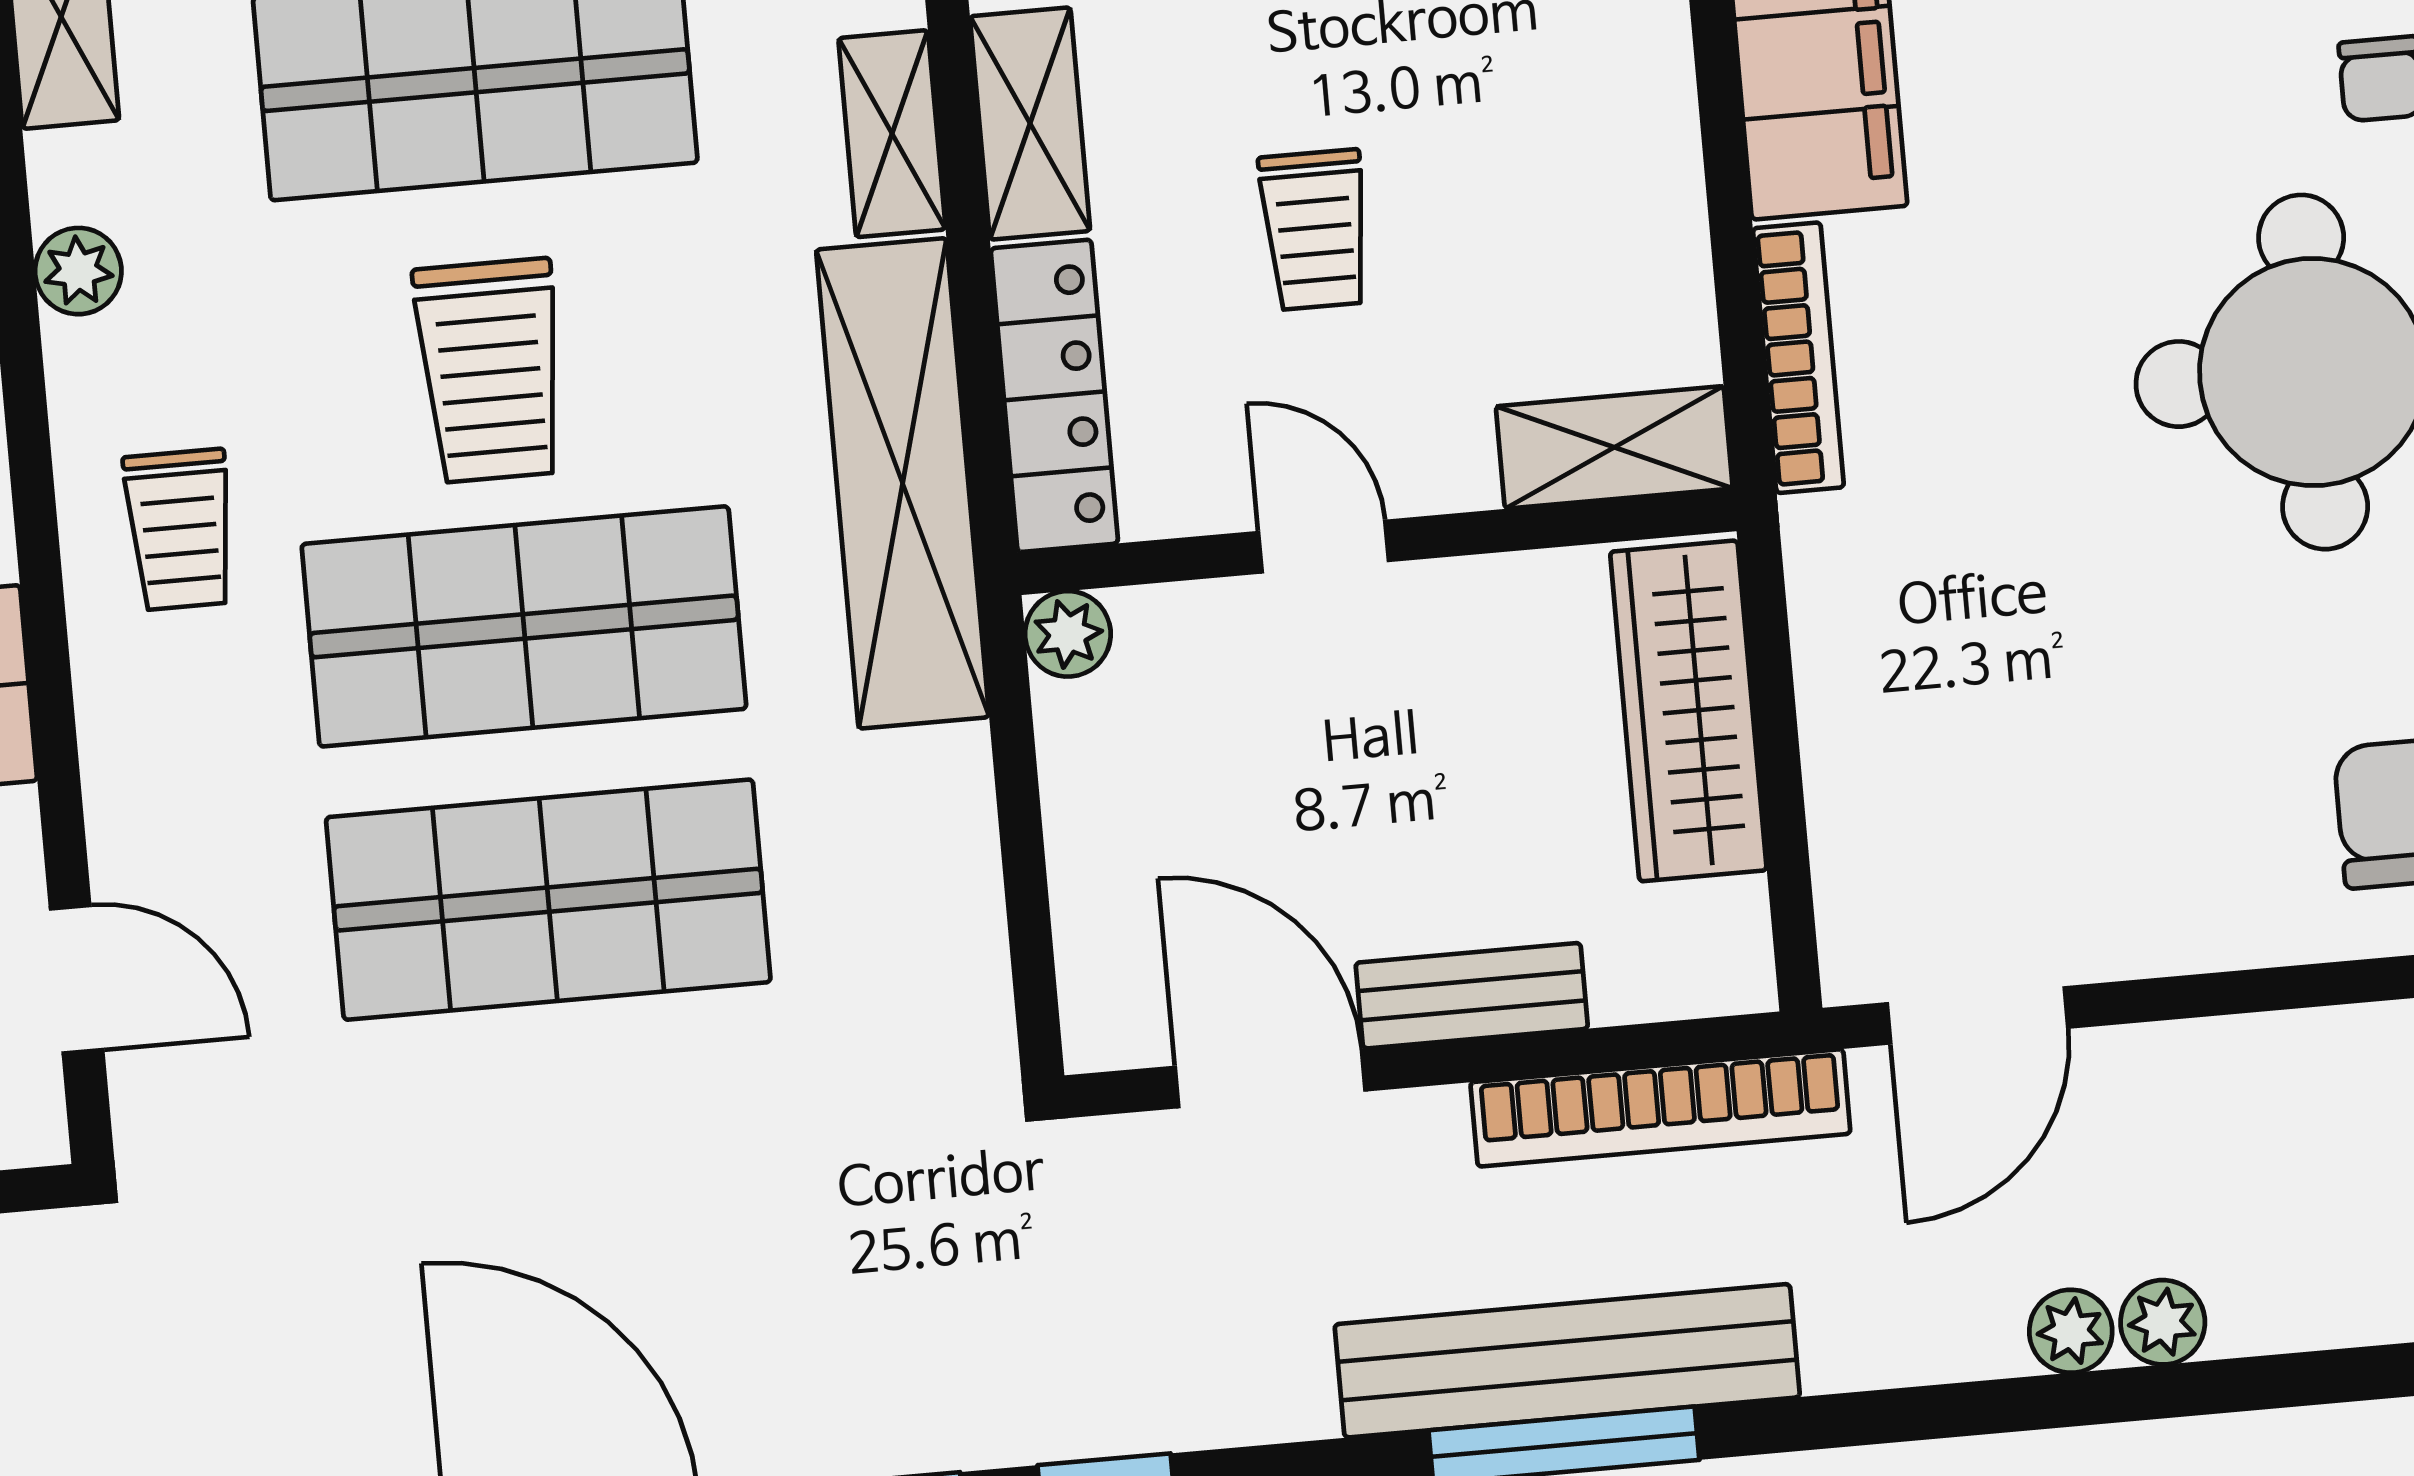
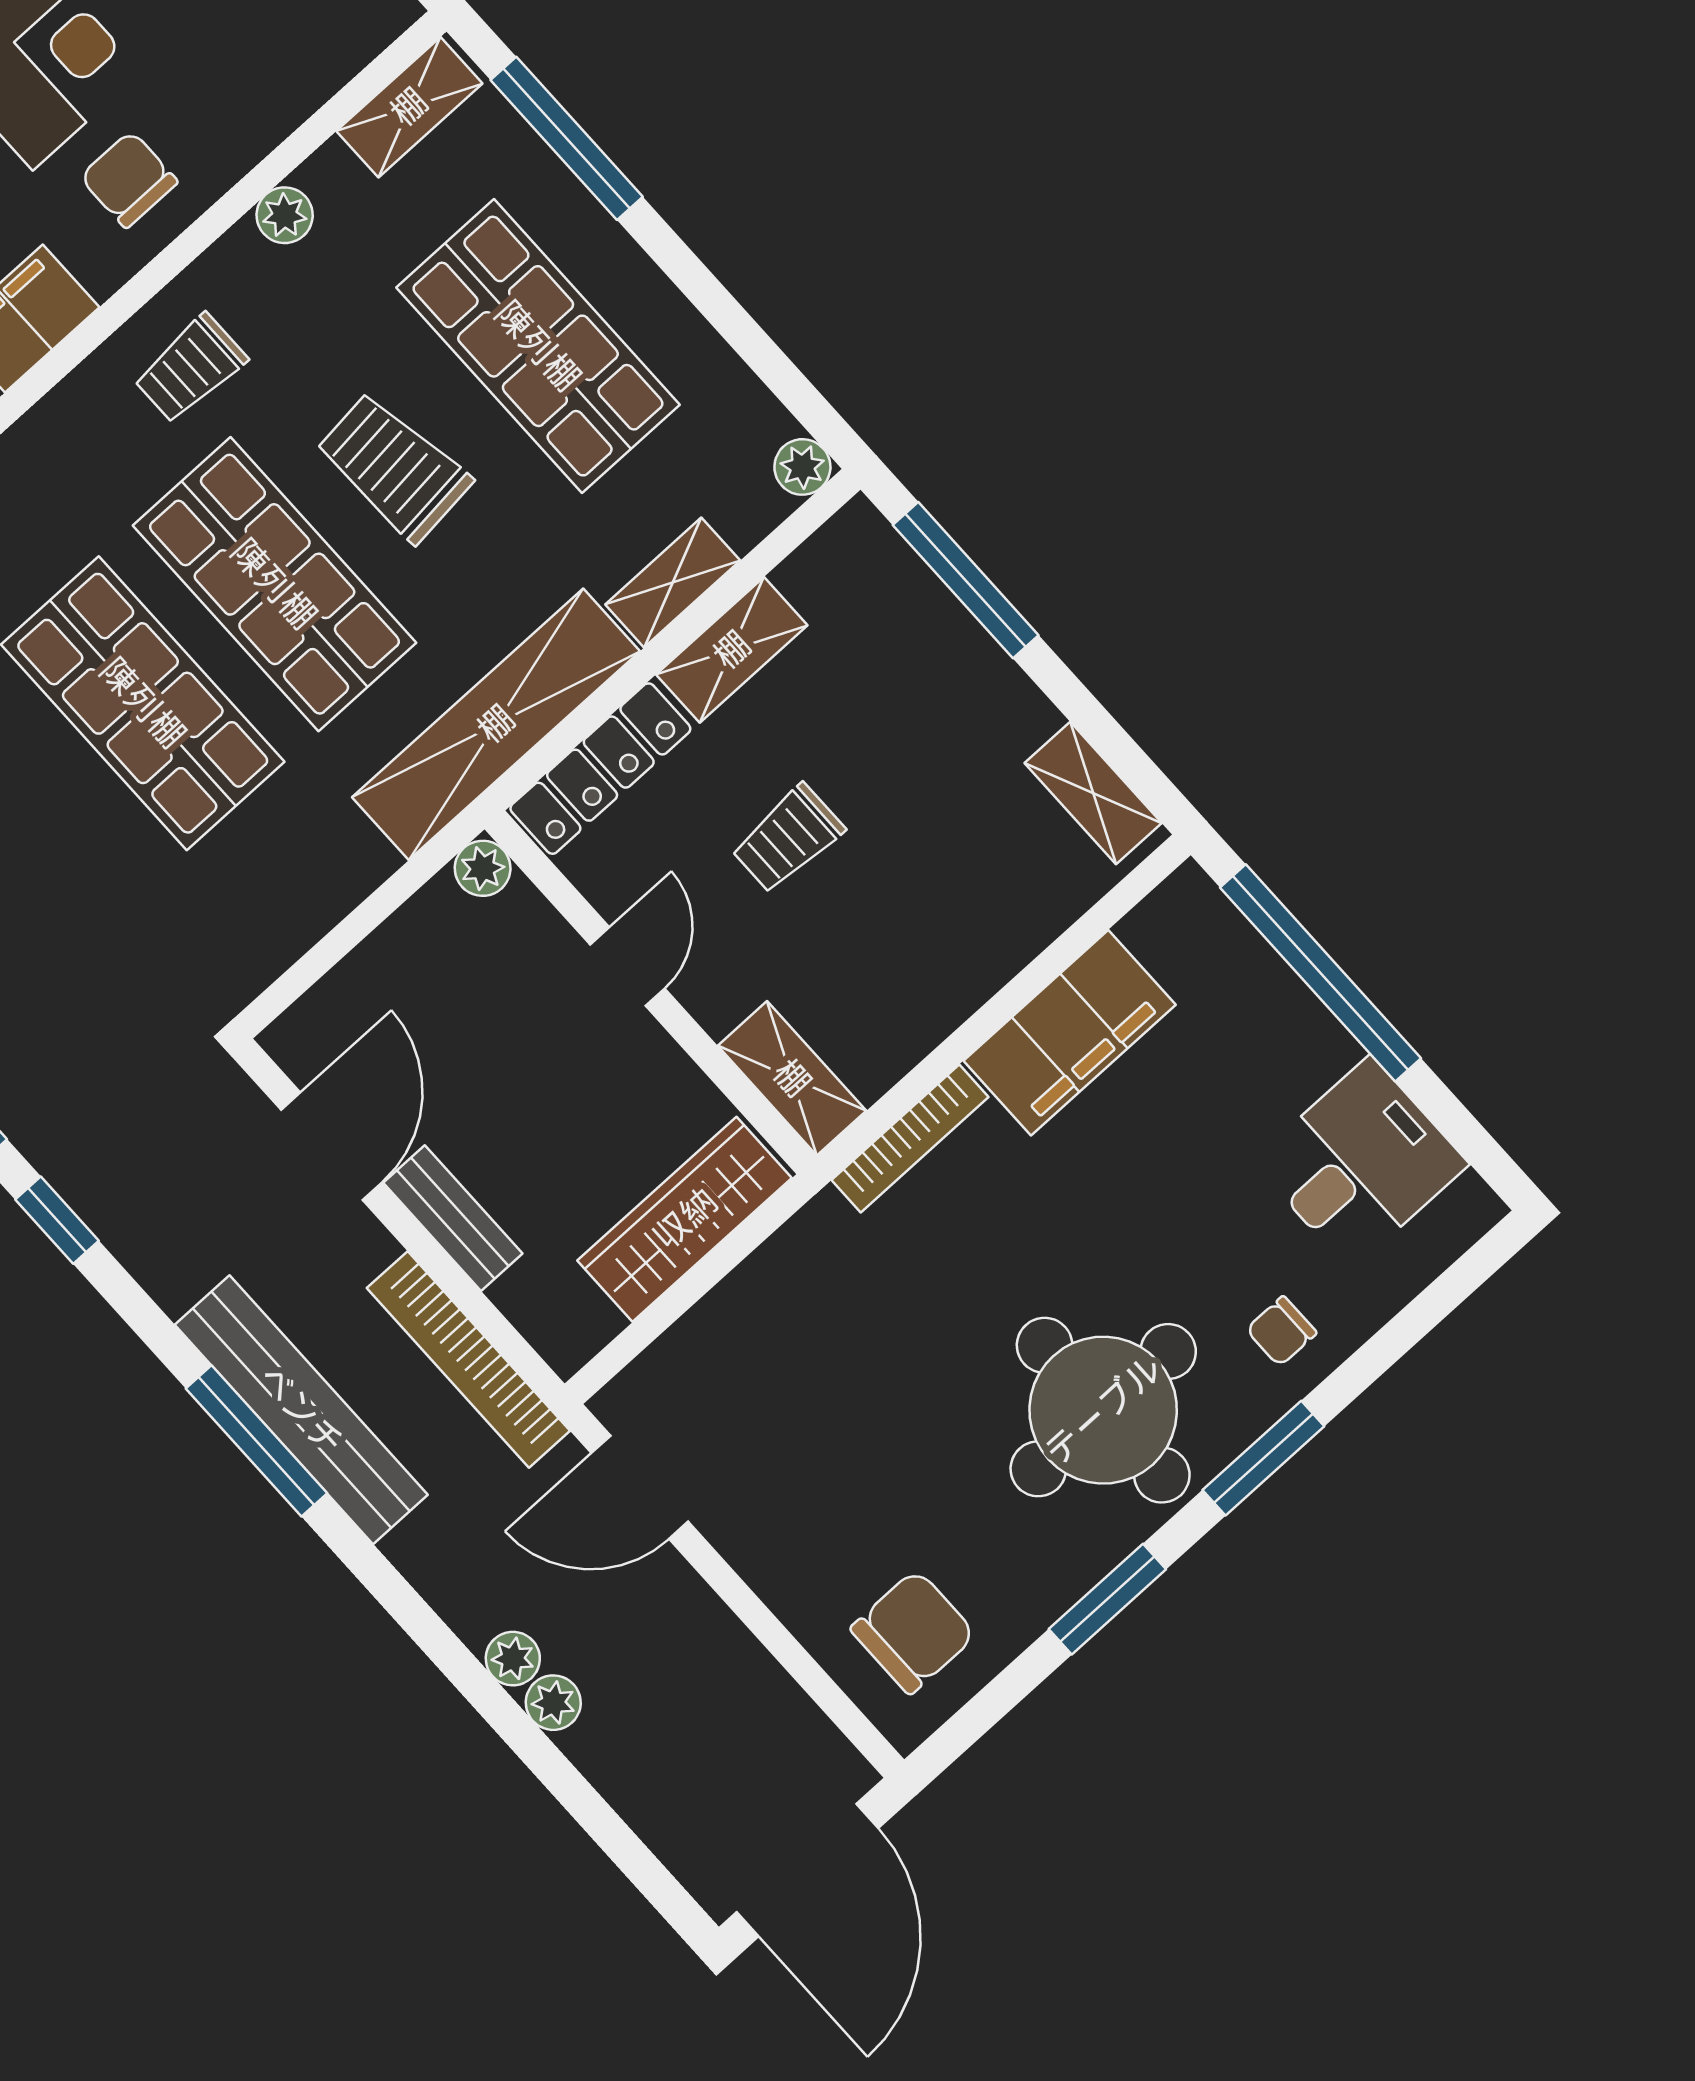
trolley: (490, 371) -> (394, 467), turned 84

